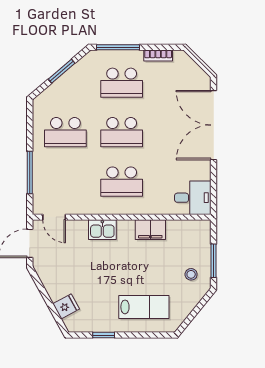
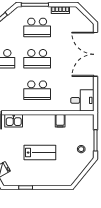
kitchen sink: (102, 230) -> (14, 121), moved
filing cabinet: (150, 230) -> (60, 121), width x0.50
lab bench: (144, 307) -> (40, 153), moved

